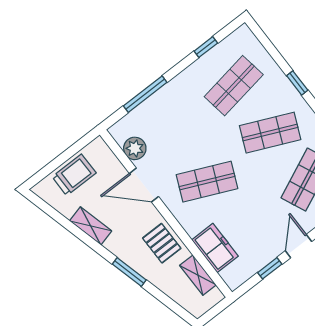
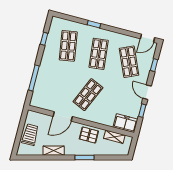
shop shelf: (270, 133) -> (99, 54), turned -30
plant: (135, 148) -> (47, 104), removed
freezer: (215, 248) -> (125, 123), moved

